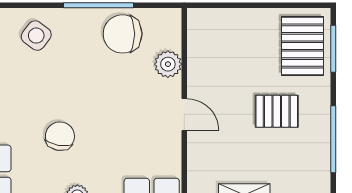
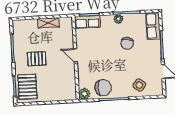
plant: (168, 64) -> (84, 94), moved

